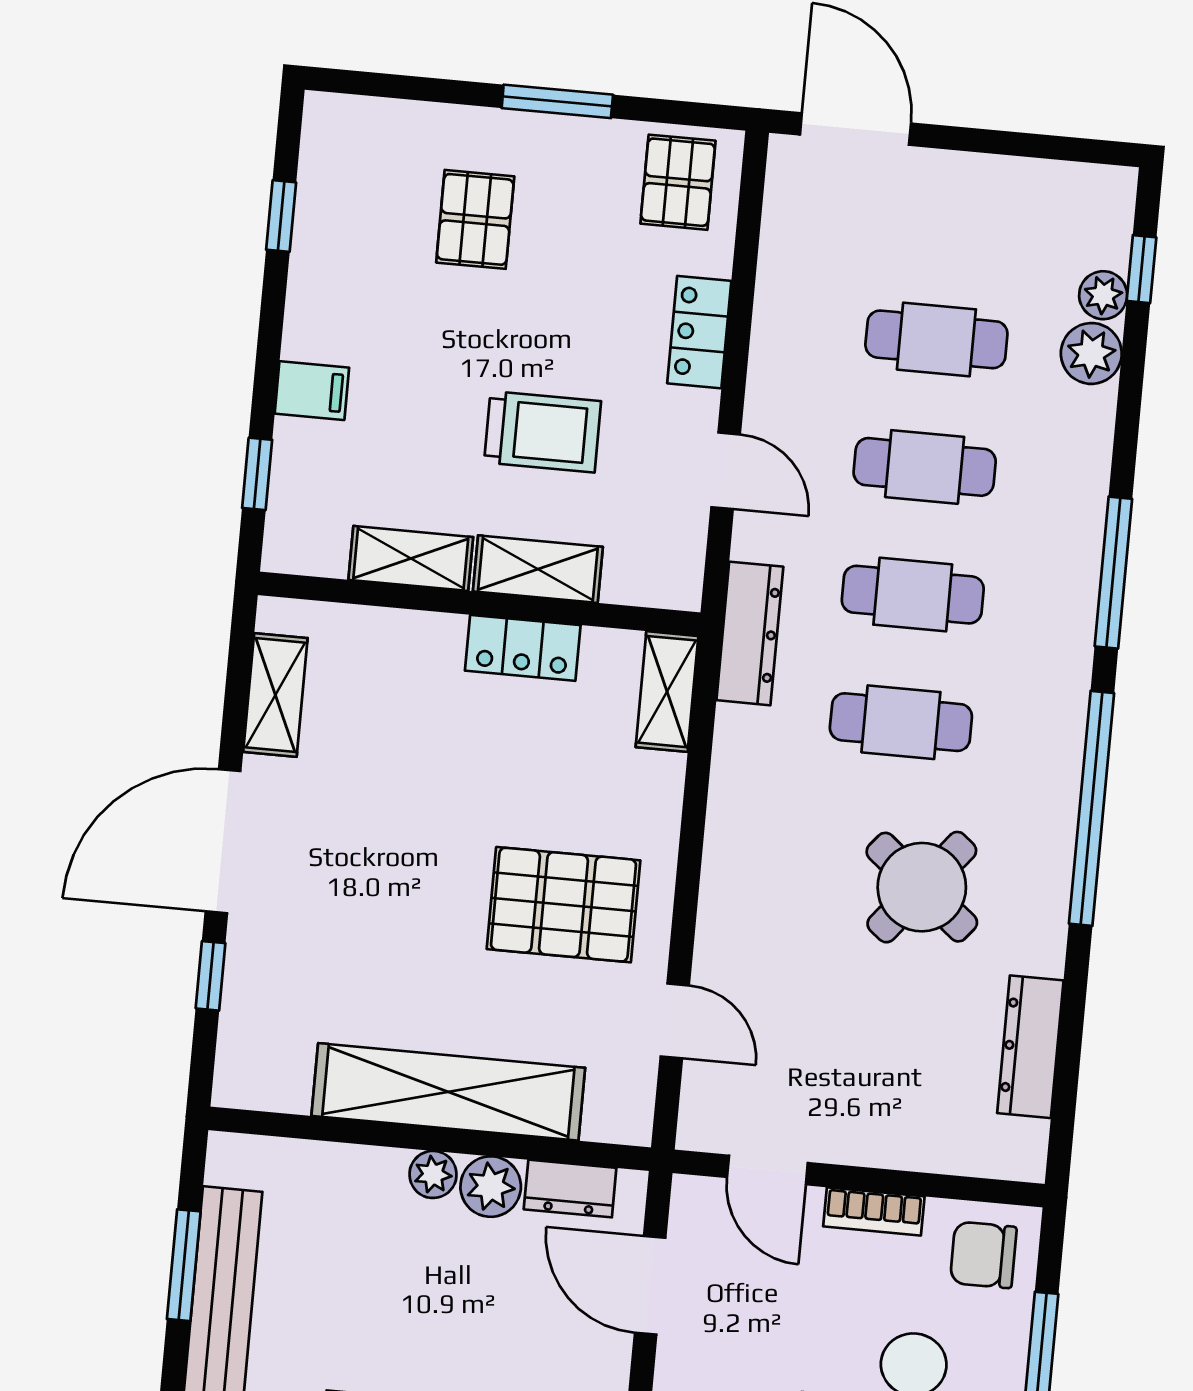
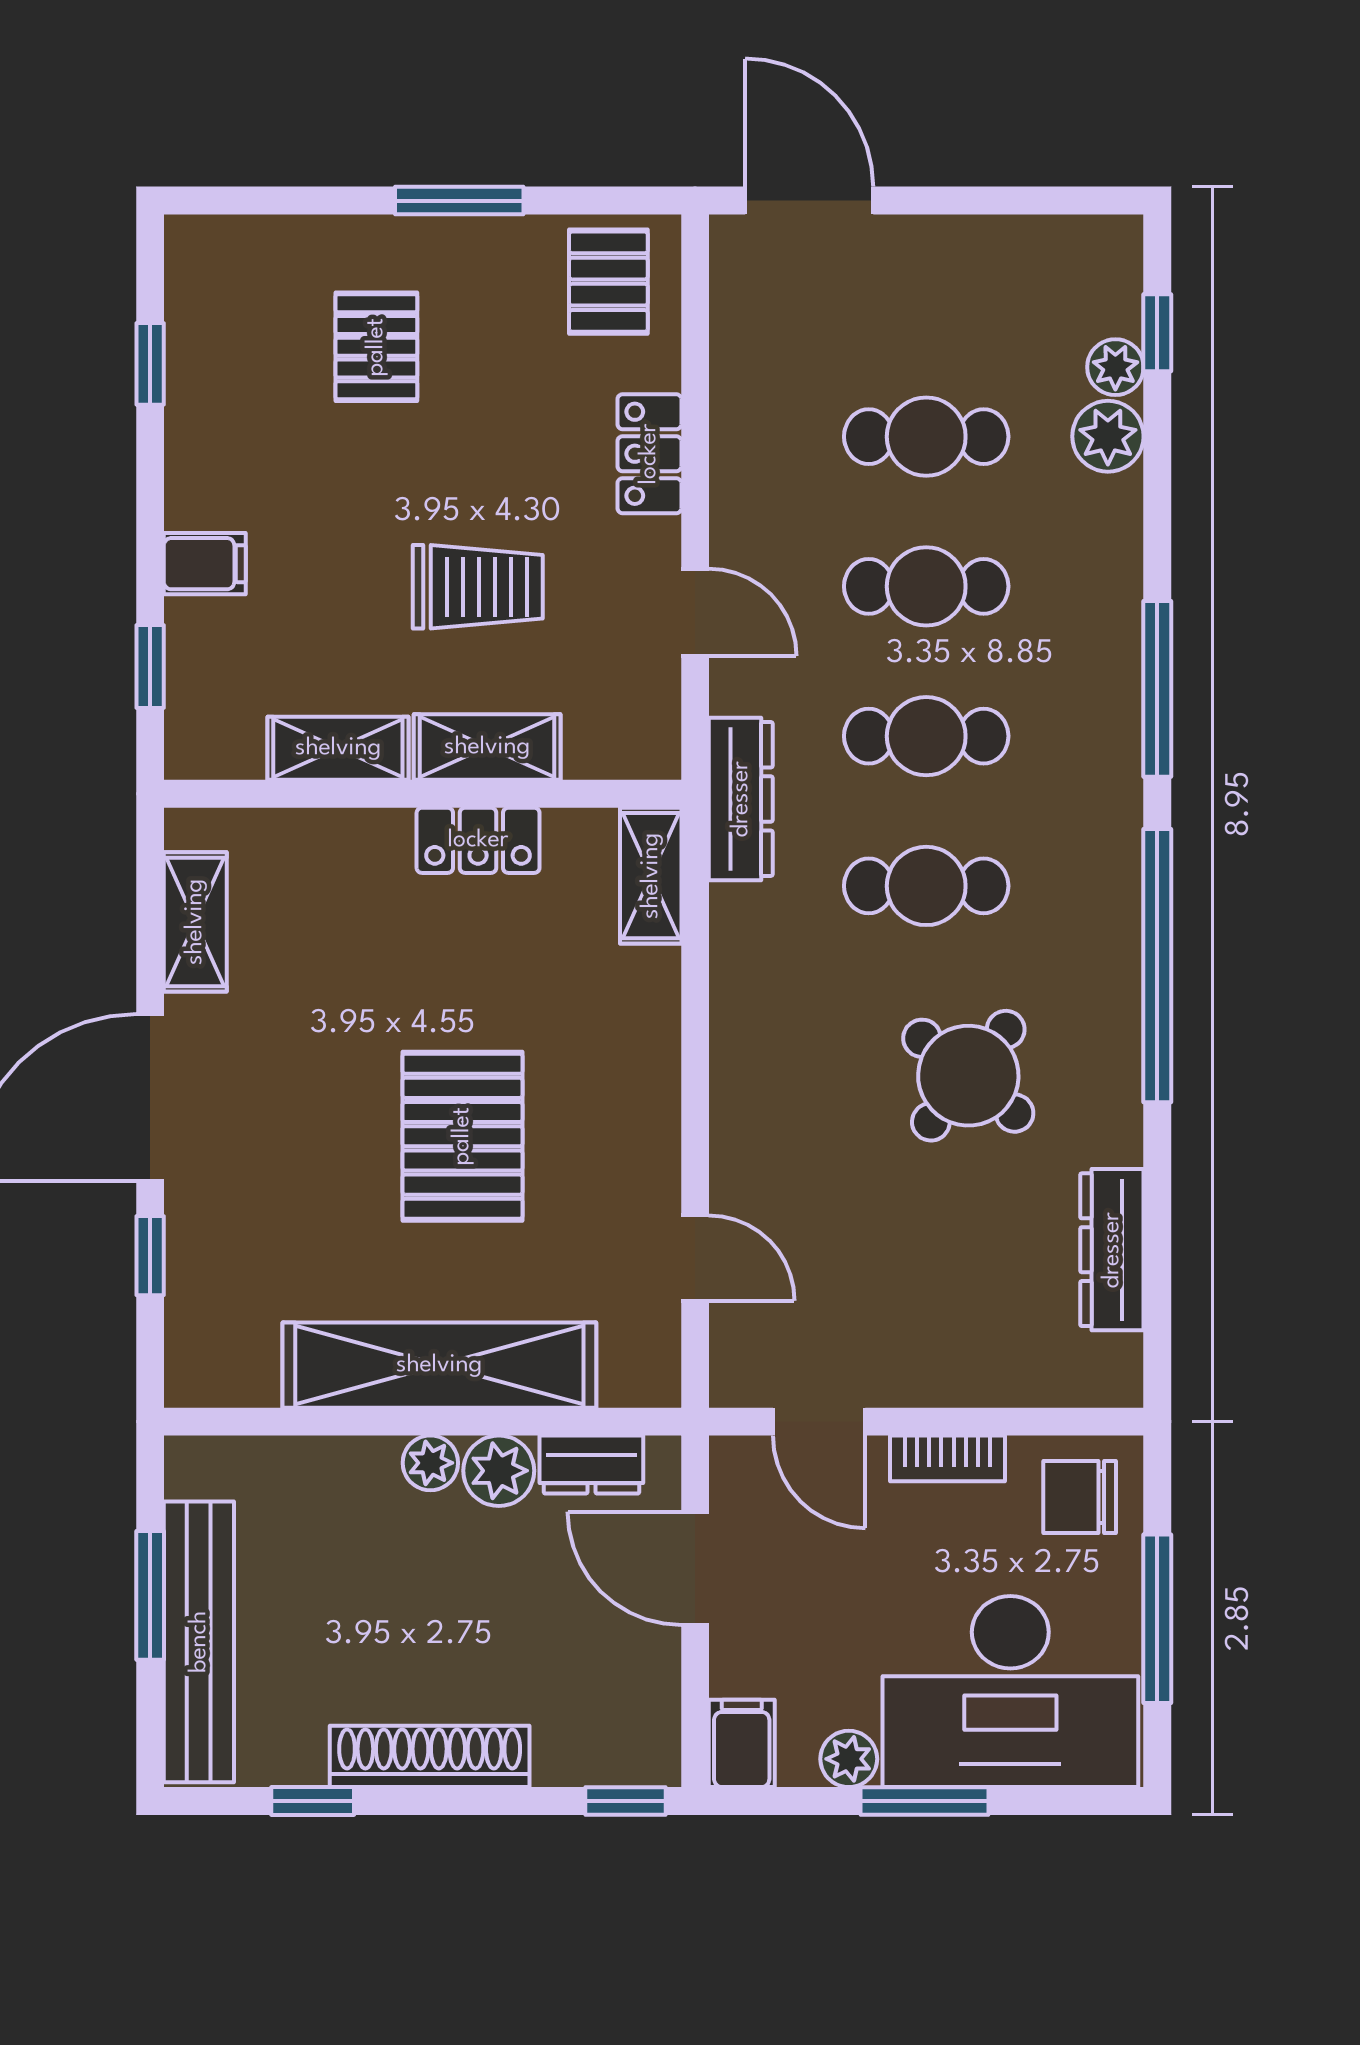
pallet: (563, 905) -> (462, 1136), moved, turned 90

